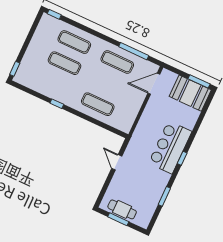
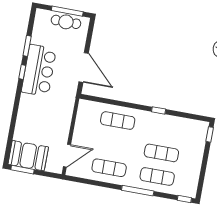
window: (134, 51) -> (138, 191), moved
bar counter: (170, 147) -> (39, 70), moved
window: (182, 158) -> (22, 72), moved
door: (117, 162) -> (84, 68), width x1.87
window: (118, 219) -> (67, 11), width x1.44

